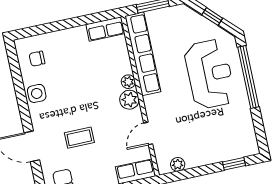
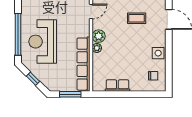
row of seats: (105, 29) -> (117, 86), moved

